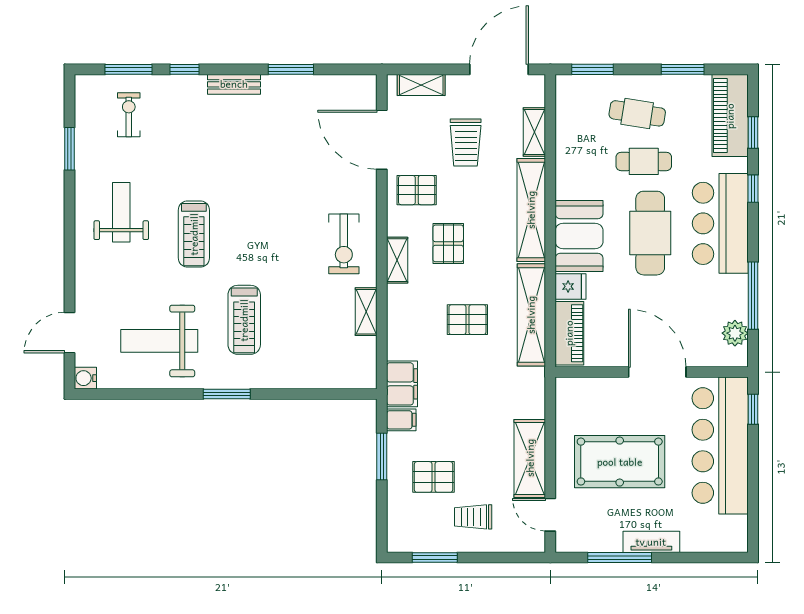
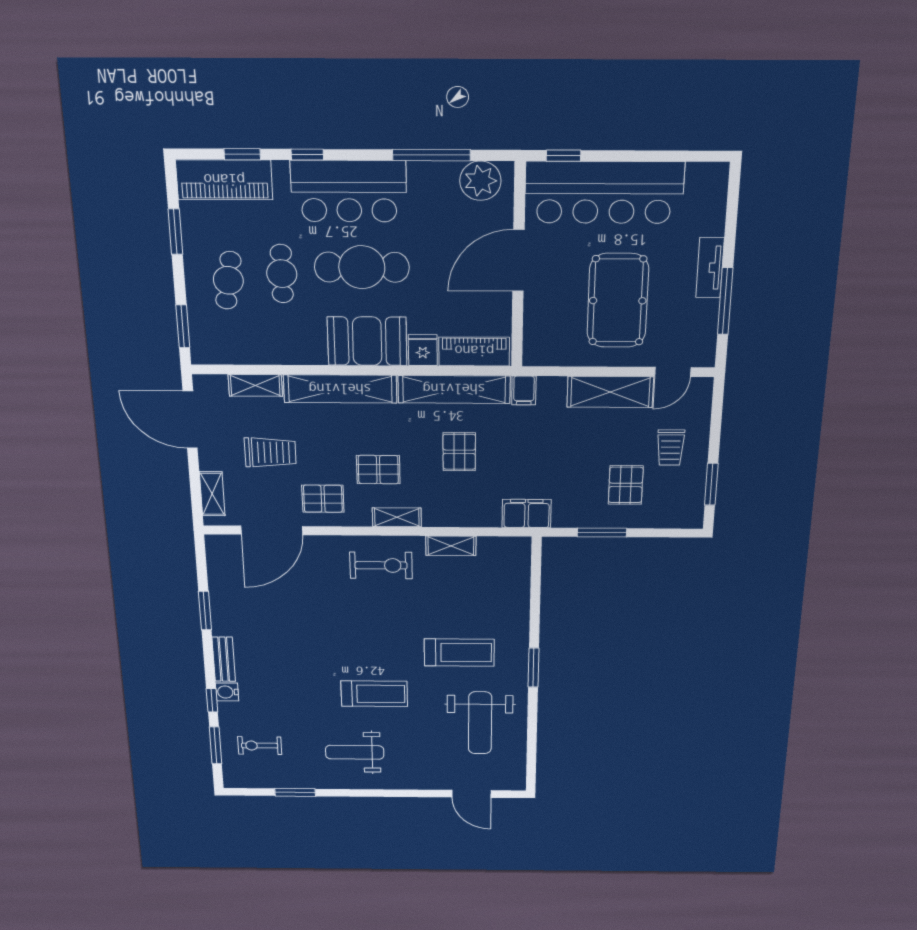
pallet: (417, 190) -> (323, 499), turned 90
plant: (735, 333) -> (480, 181), width x1.36, depth x1.36
water cooler: (85, 378) -> (227, 692), moved, turned 90
filing cabinet: (401, 420) -> (524, 390), moved, turned 180

